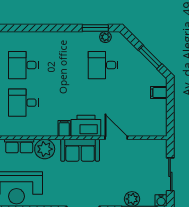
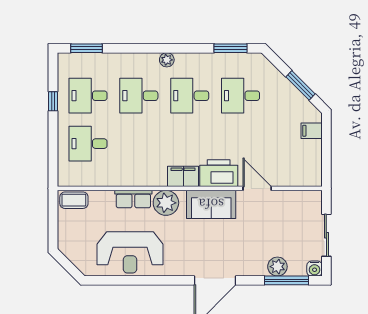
plant: (105, 37) -> (167, 60), moved
desk: (23, 103) -> (190, 96), moved
filing cabinet: (64, 128) -> (183, 176), width x2.00

